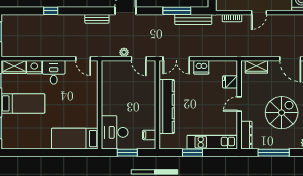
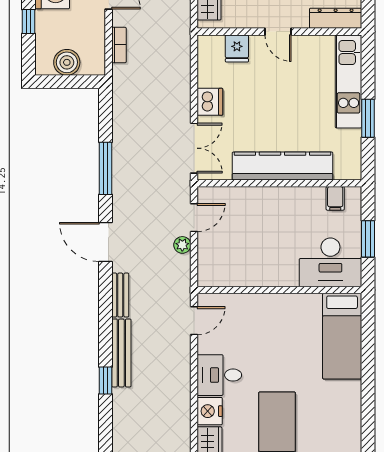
window: (177, 11) -> (105, 168), moved
bench: (193, 19) -> (121, 353), moved

